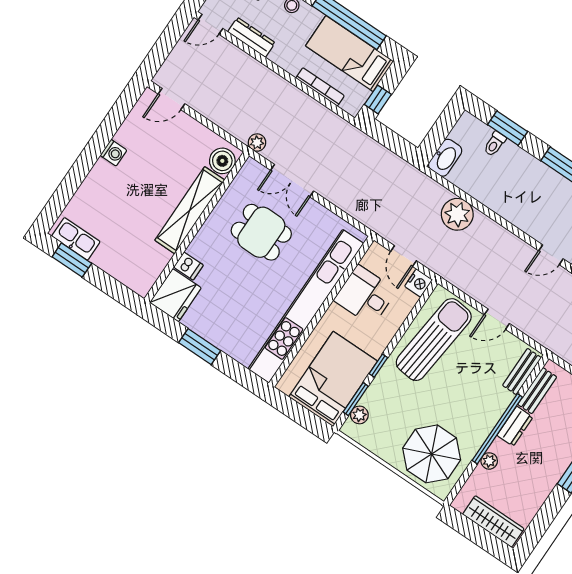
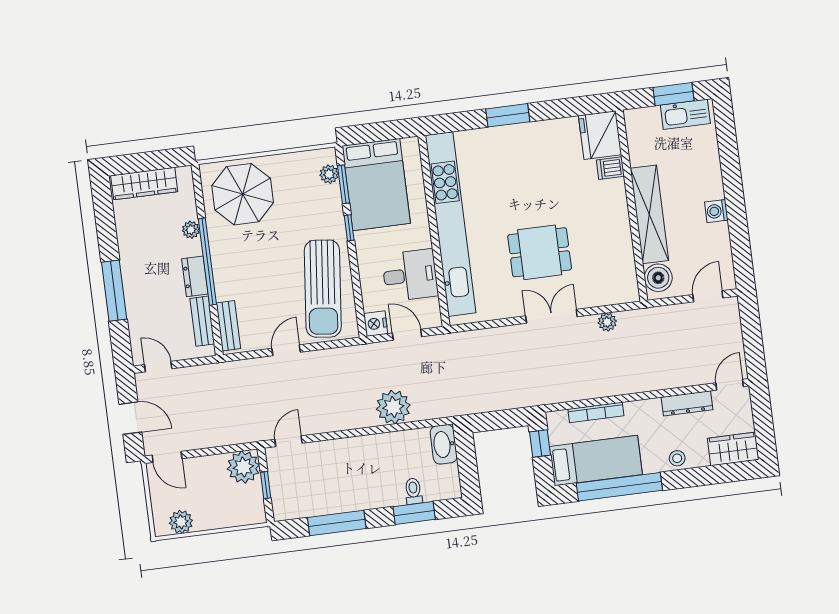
boiler: (222, 161) -> (658, 278), moved
shelving: (190, 210) -> (649, 214), moved
wall: (197, 227) -> (632, 206), moved
dishwasher: (188, 266) -> (610, 168), moved
fridge: (175, 295) -> (600, 135), moved

